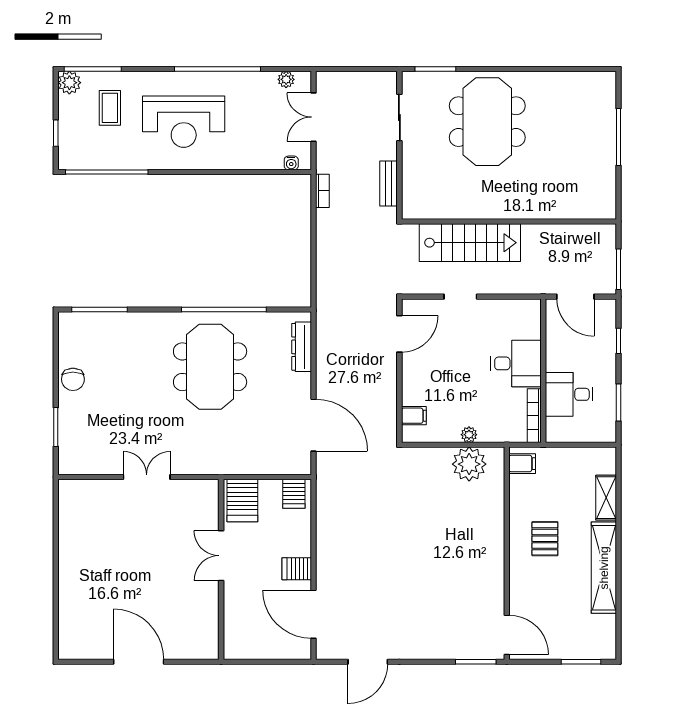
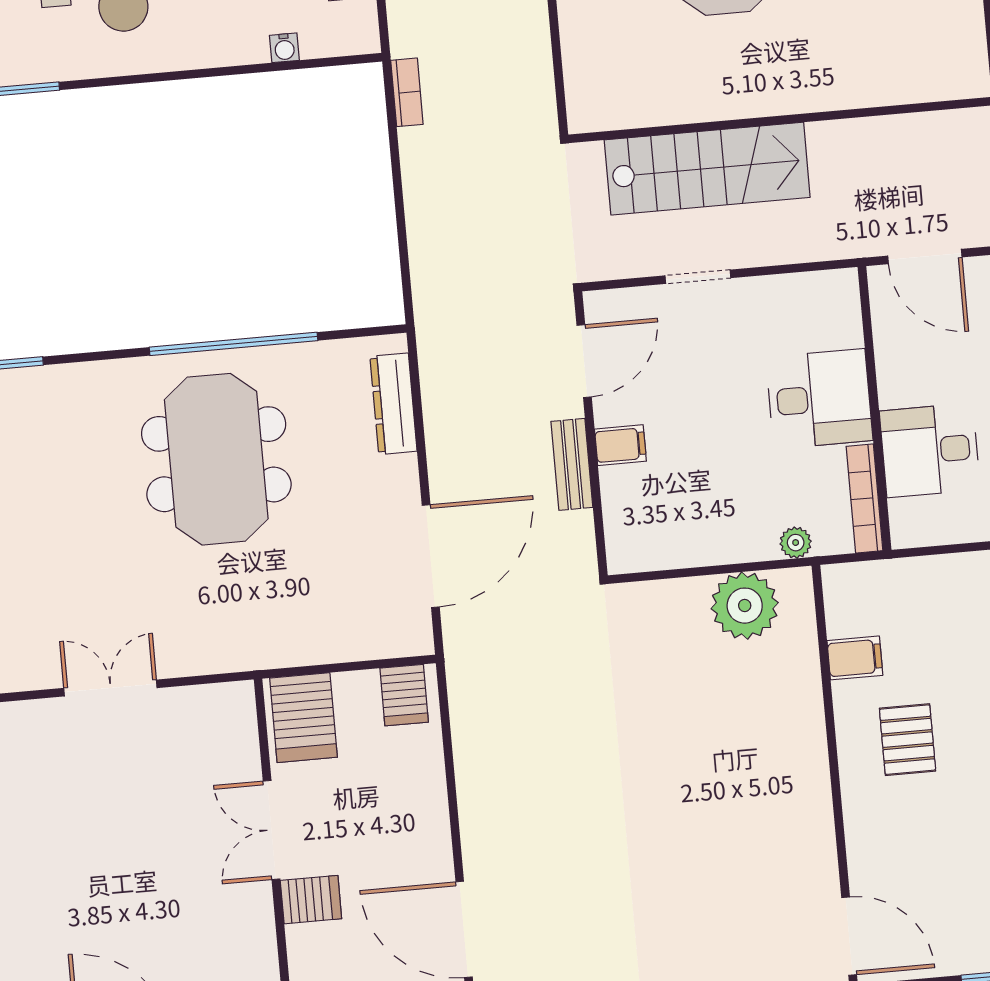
water cooler: (291, 163) -> (284, 48), moved
bench: (389, 184) -> (572, 464), moved
filing cabinet: (414, 416) -> (620, 445), moved
door: (313, 425) -> (431, 556), hinge flipped
plant: (469, 435) -> (796, 543), moved
filing cabinet: (522, 464) -> (855, 658), moved
server rack: (297, 569) -> (311, 900), moved, turned 180

